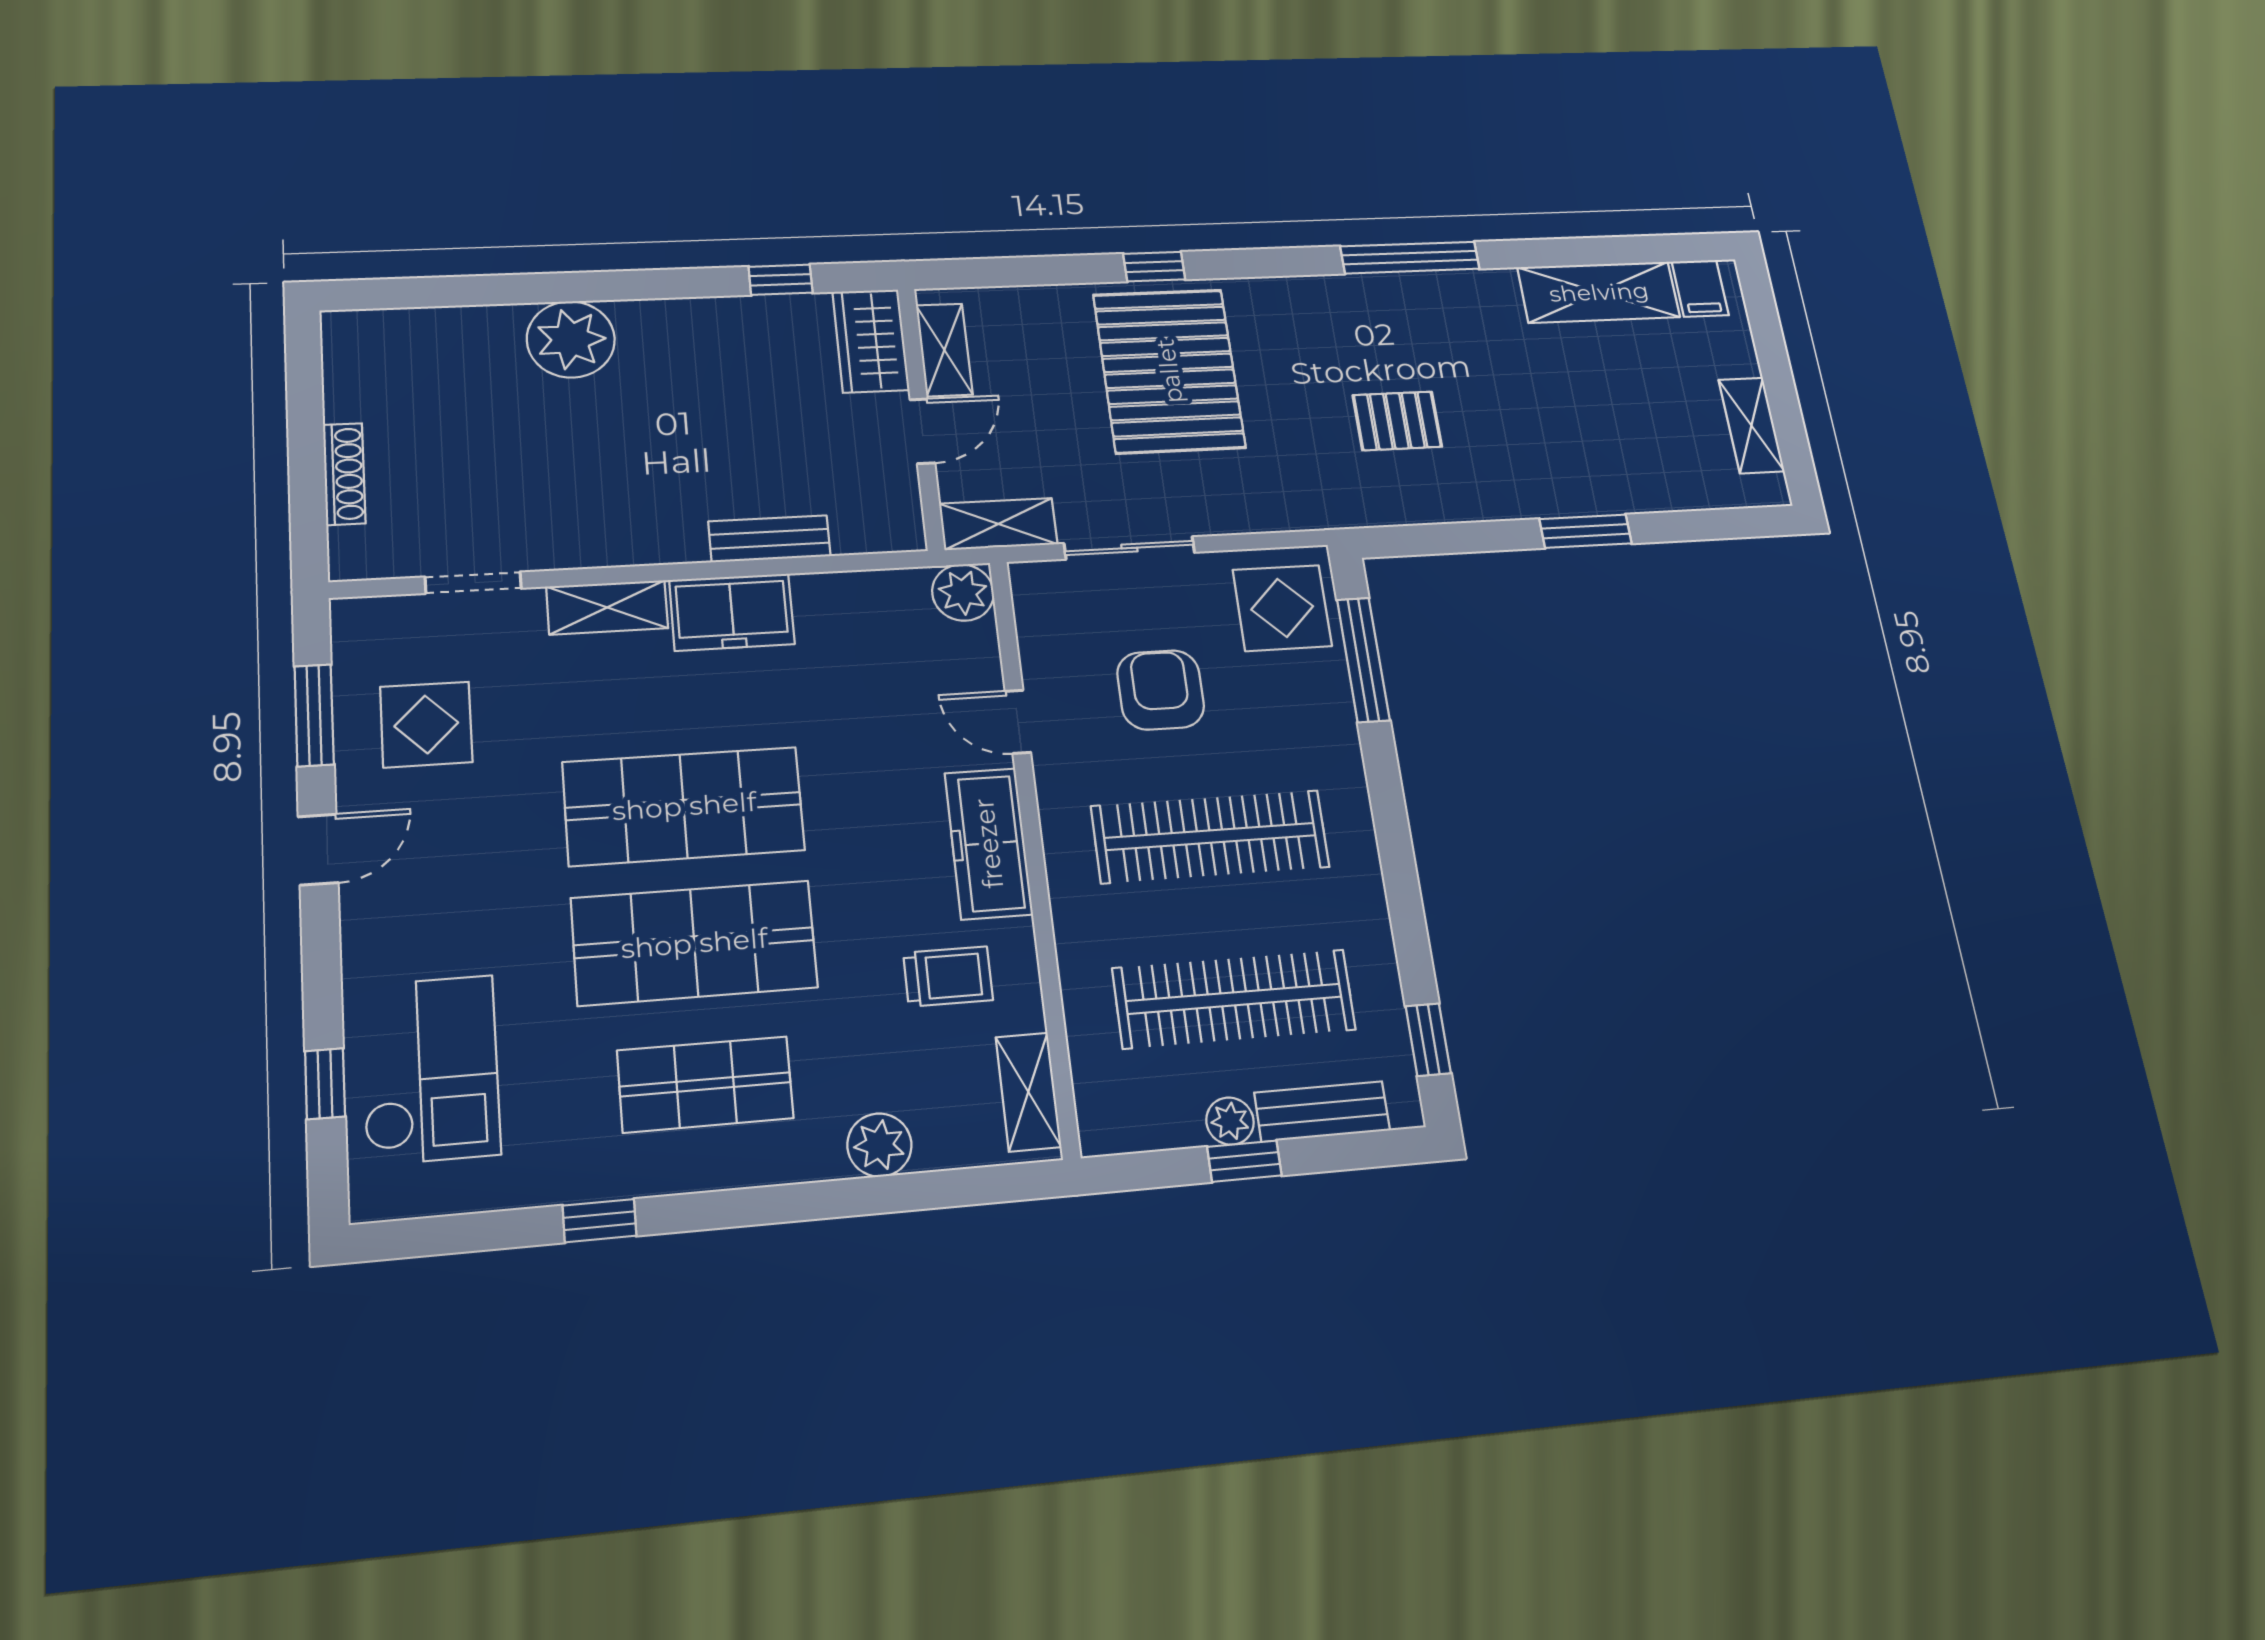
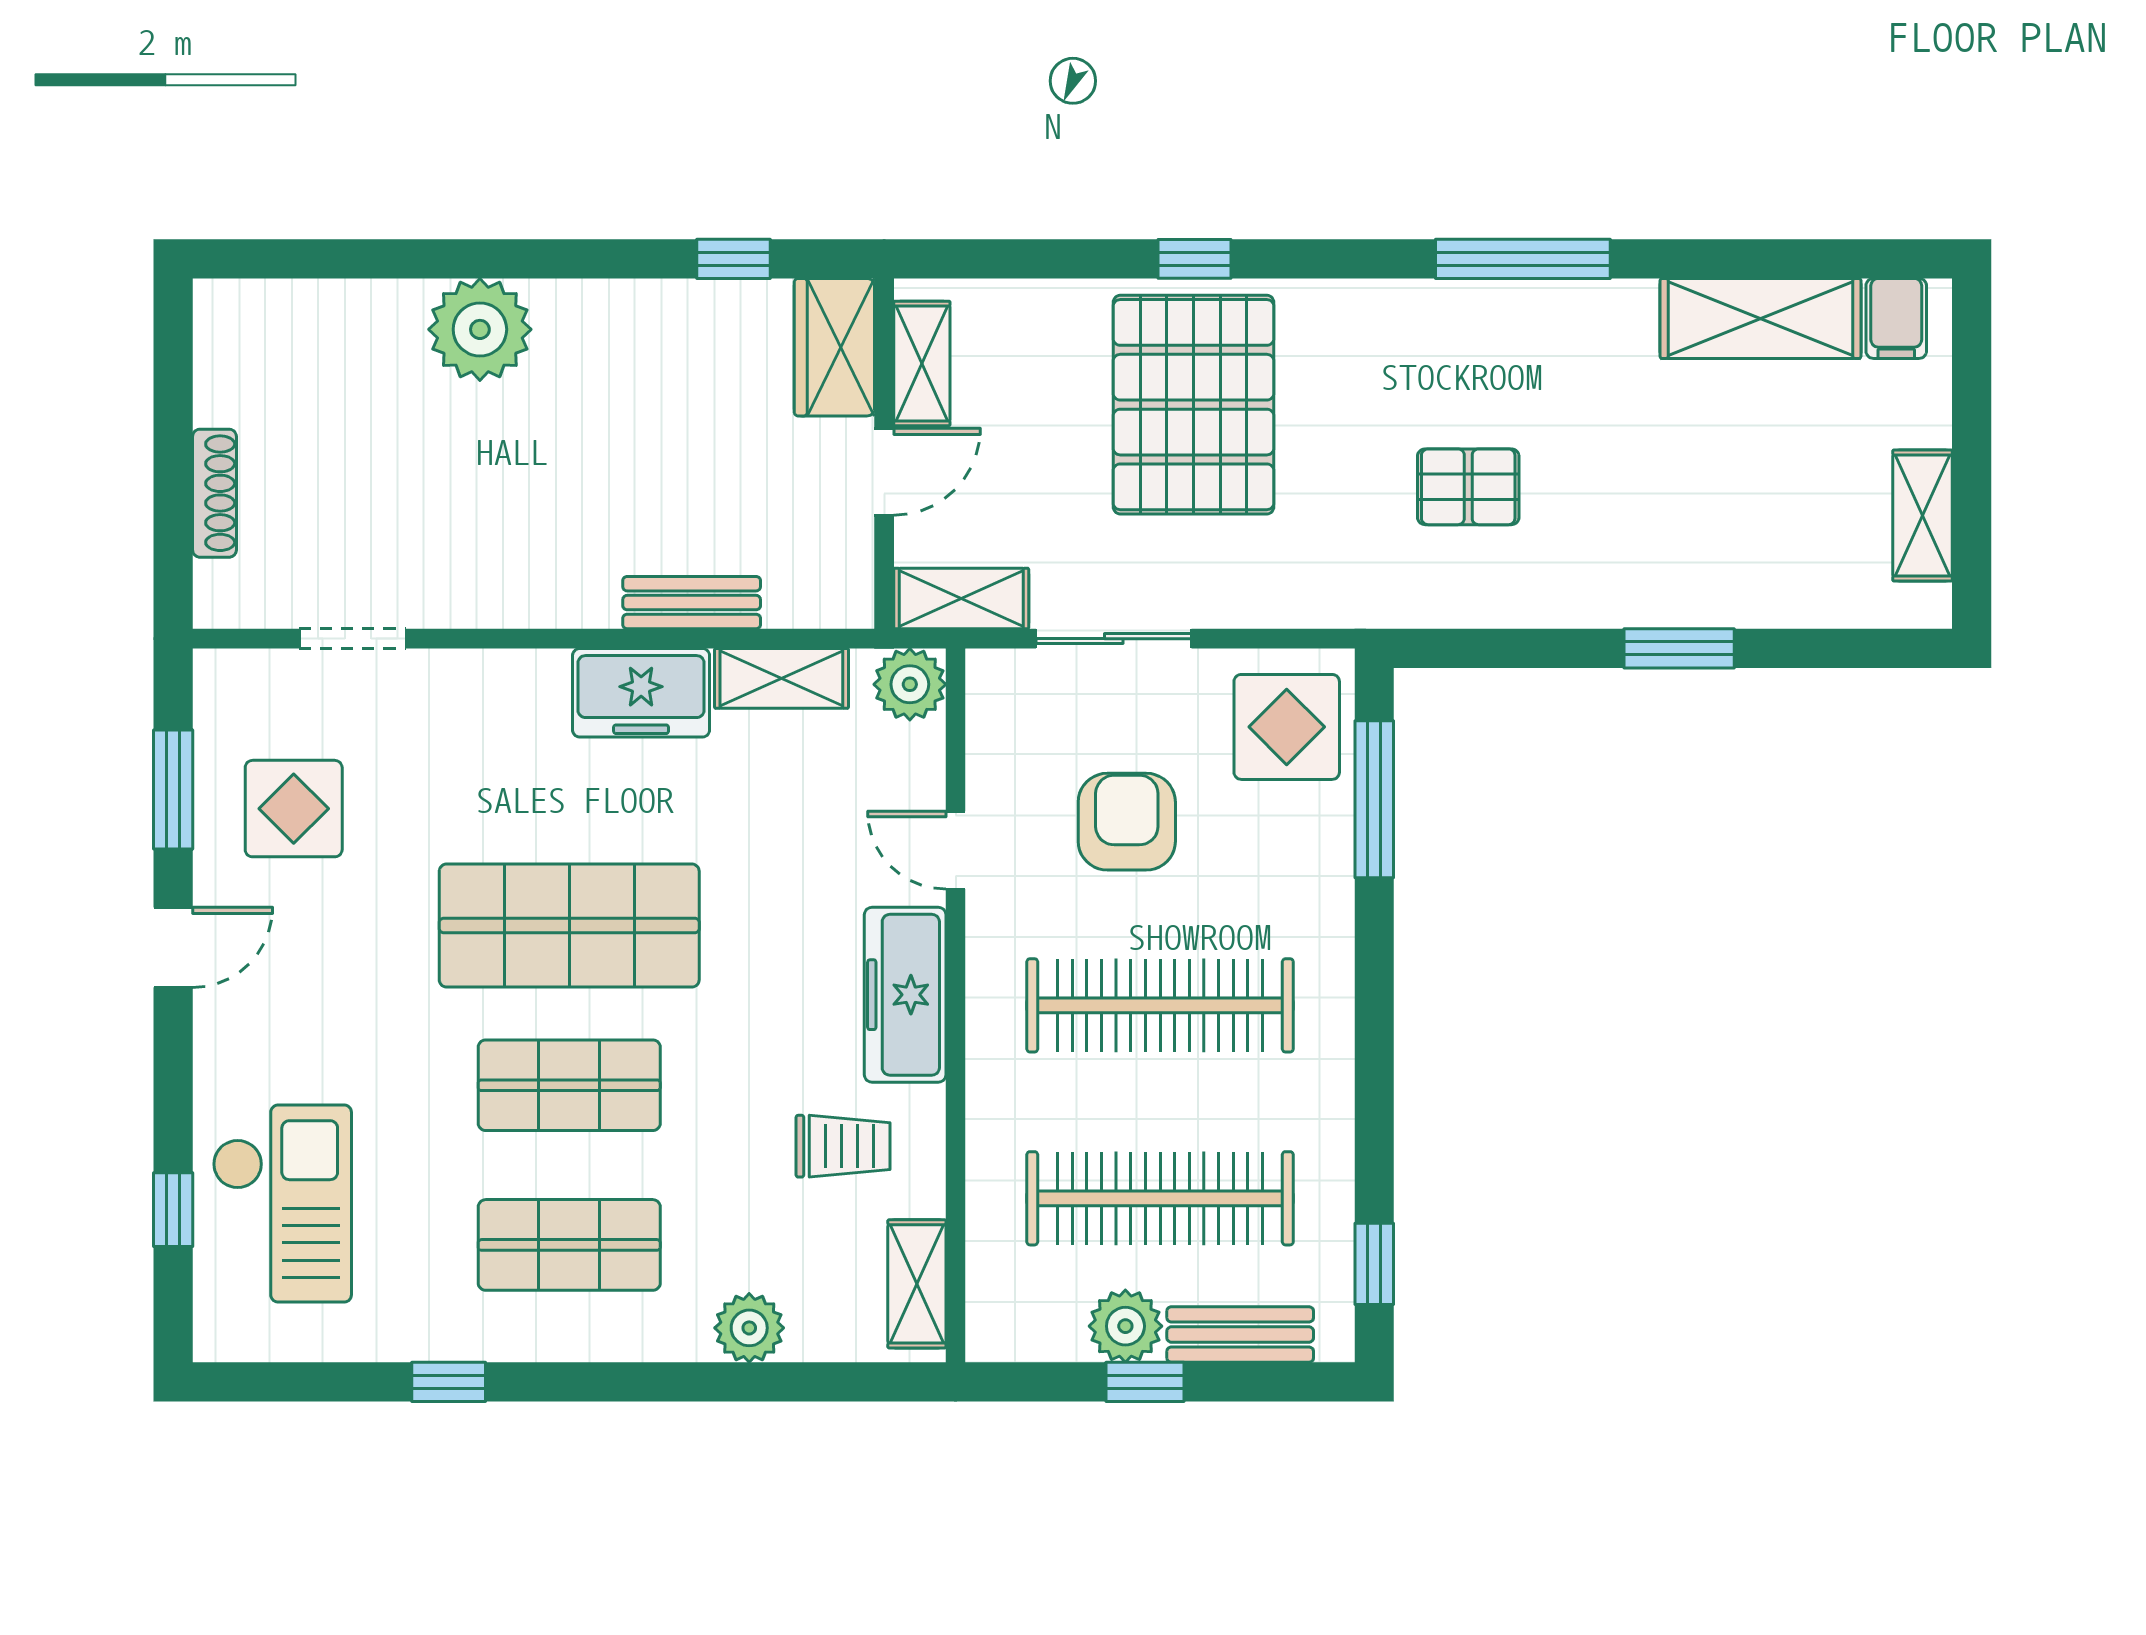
shelving: (607, 607) -> (781, 678), moved
shop shelf: (694, 943) -> (569, 1085), width x0.70, depth x0.74
plant: (1230, 1121) -> (1125, 1326), width x1.38, depth x1.38

